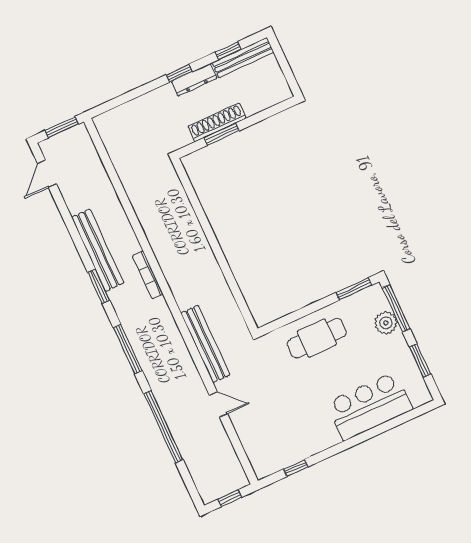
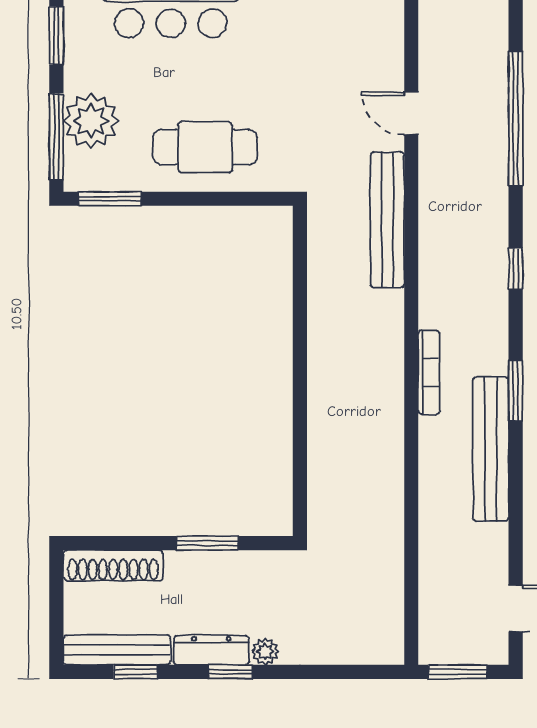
plant: (166, 92) -> (265, 651), added
shoe rack: (217, 122) -> (113, 565), moved
plant: (386, 323) -> (91, 121), width x1.36, depth x1.36
window: (128, 349) -> (516, 269), width x0.46

